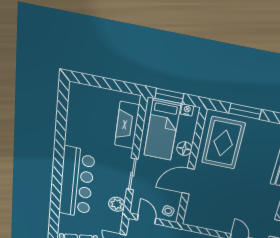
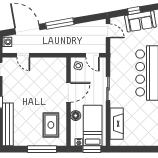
window: (245, 111) -> (42, 149), width x1.44
rug: (223, 143) -> (51, 125), width x0.73, depth x0.70
plant: (117, 204) -> (116, 62), removed

